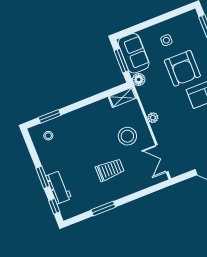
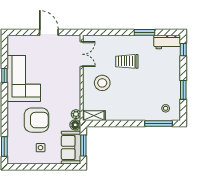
armchair: (182, 68) -> (36, 120), turned 90
window: (50, 116) -> (159, 123), width x1.44
plant: (153, 118) -> (76, 114), moved
window: (43, 177) -> (183, 90), moved
workbench: (59, 187) -> (167, 42), moved, turned -90

